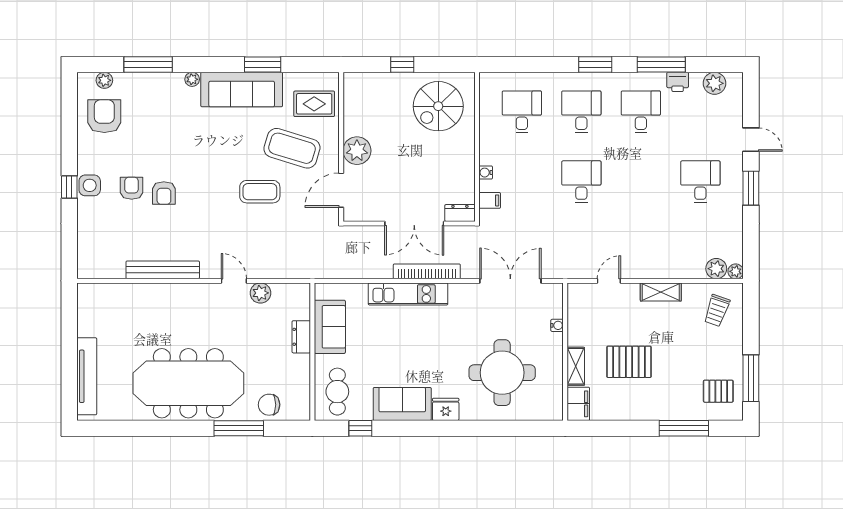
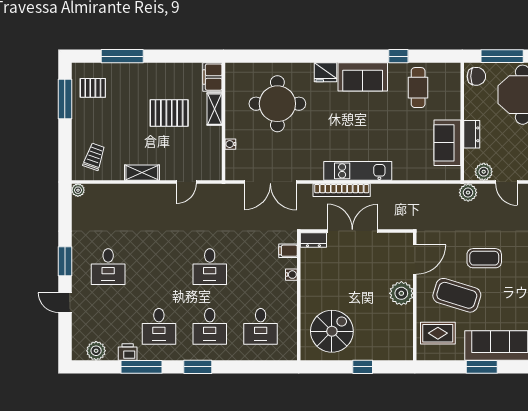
plant: (716, 269) -> (468, 193), moved
sofa: (330, 327) -> (447, 143), moved
dresser: (301, 337) -> (472, 134), moved
wall: (312, 352) -> (462, 122), moved

